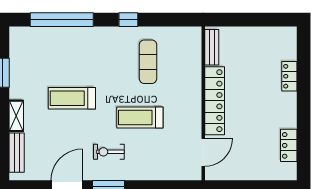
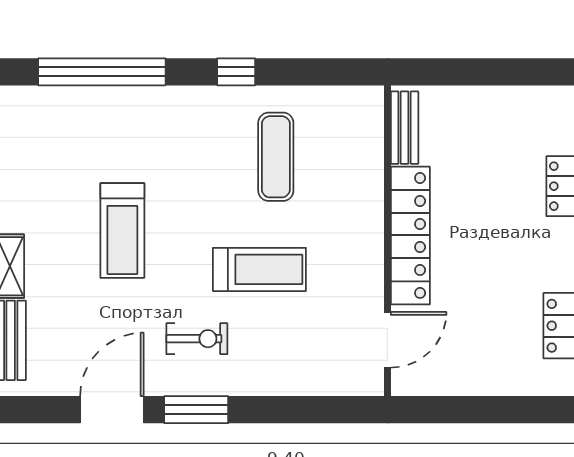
treadmill: (72, 98) -> (122, 230), turned -90
treadmill: (140, 118) -> (259, 269), turned 180
exercise bike: (109, 152) -> (197, 339), turned 180

